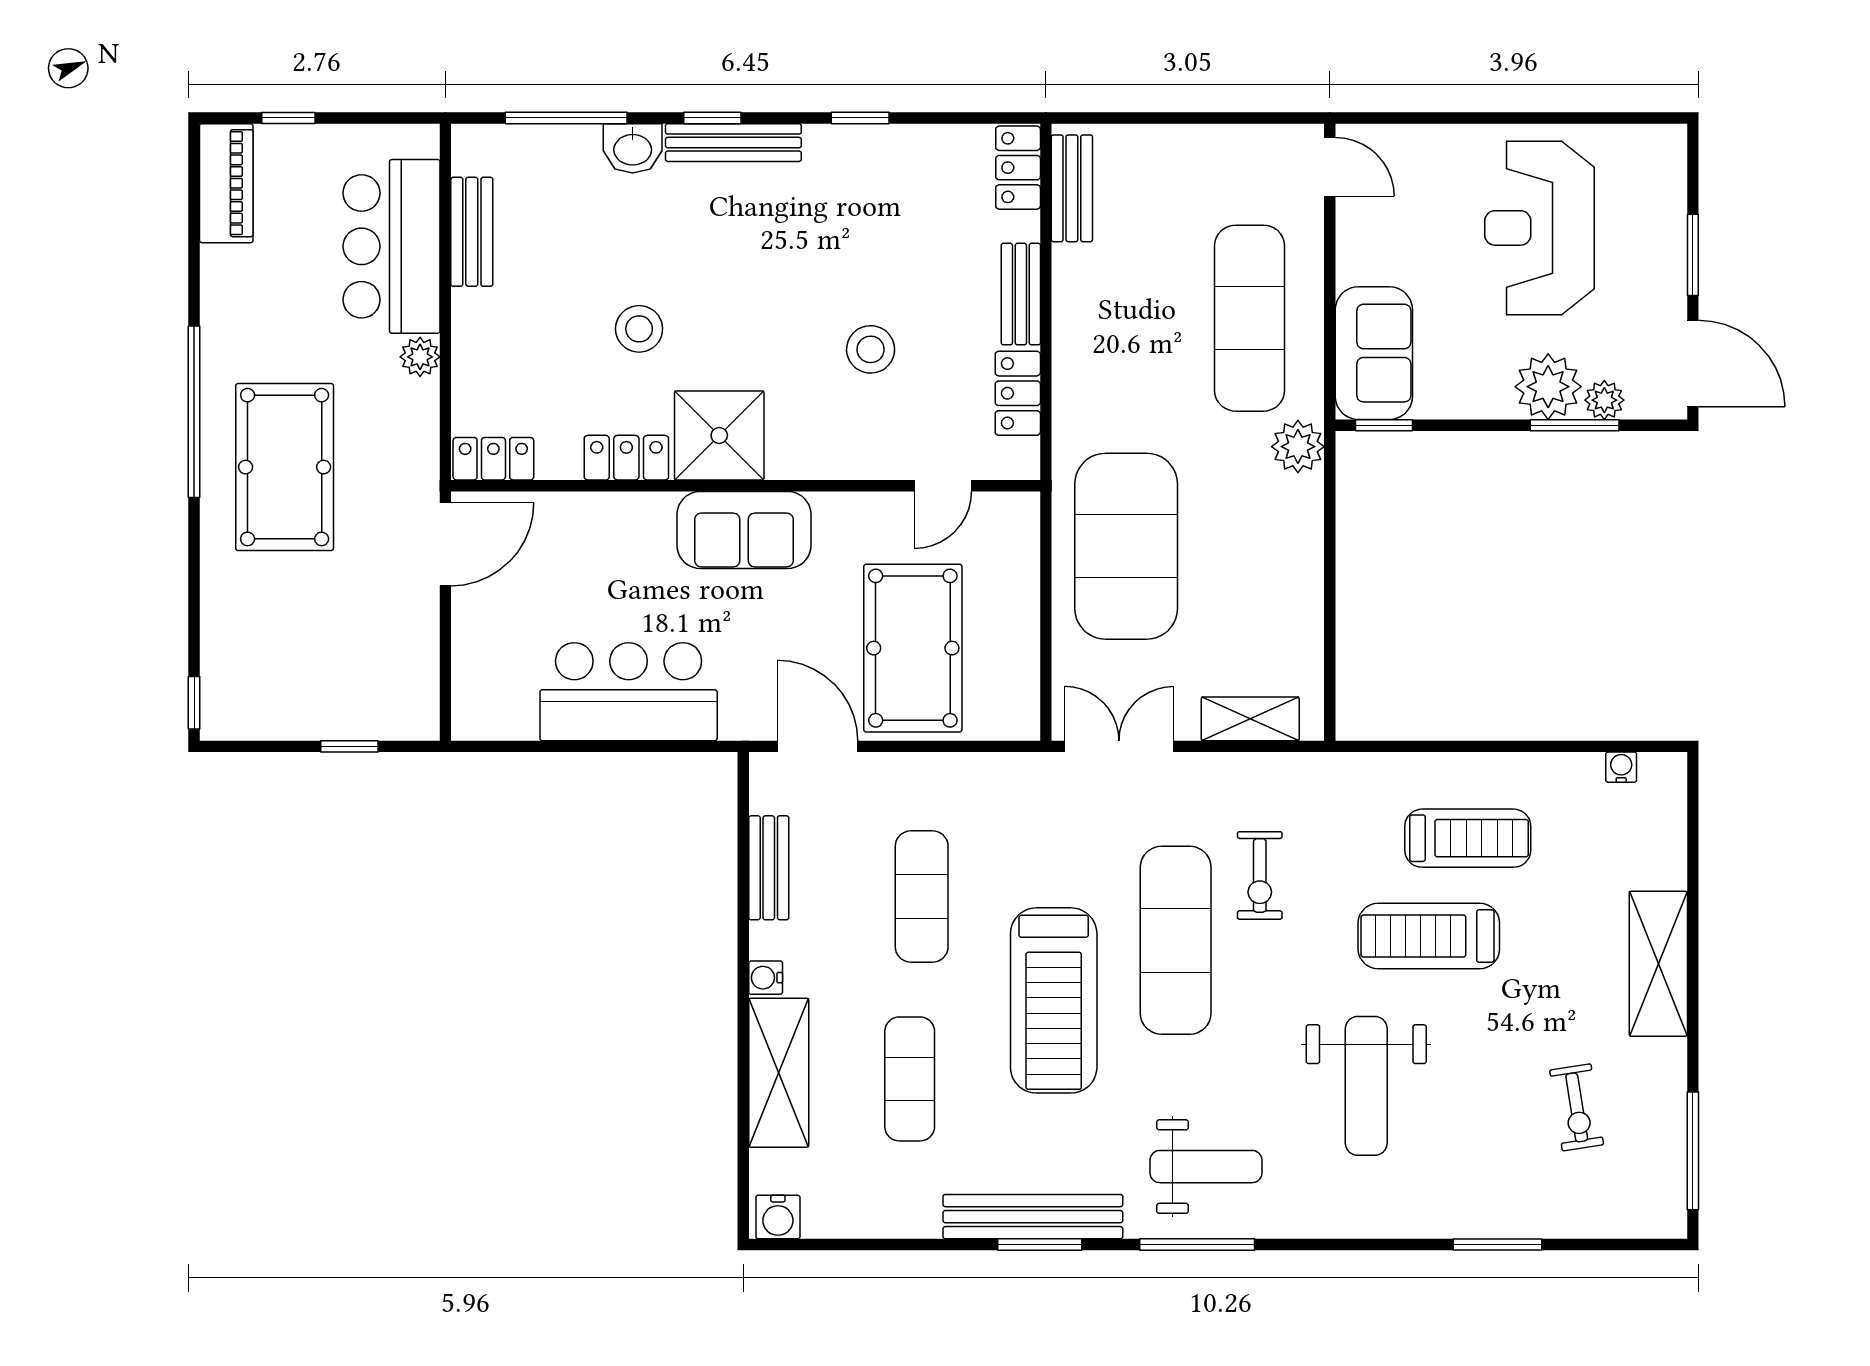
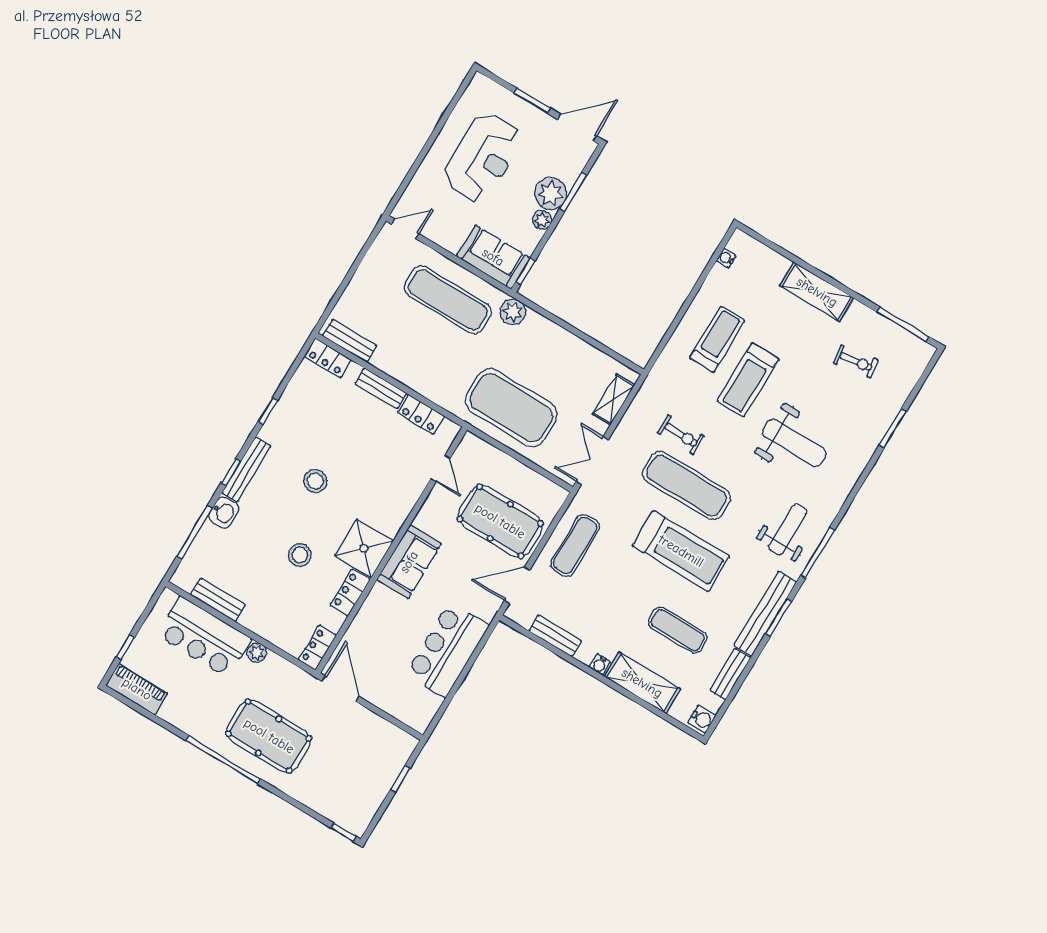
reception desk: (1539, 228) -> (483, 157), turned -90
stool: (871, 349) -> (315, 481), moved
plant: (1604, 400) -> (542, 220), moved
exercise mat: (922, 897) -> (575, 545), moved, turned 90
bench: (888, 1219) -> (730, 674), added

